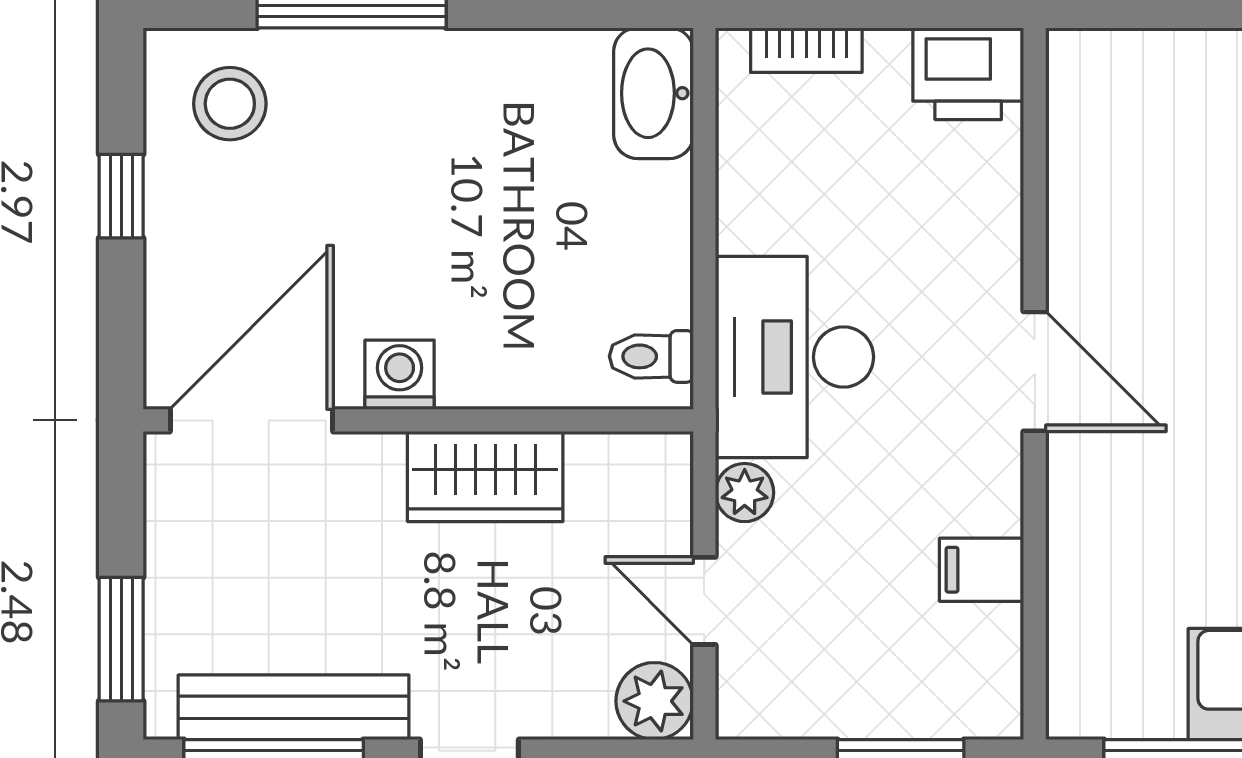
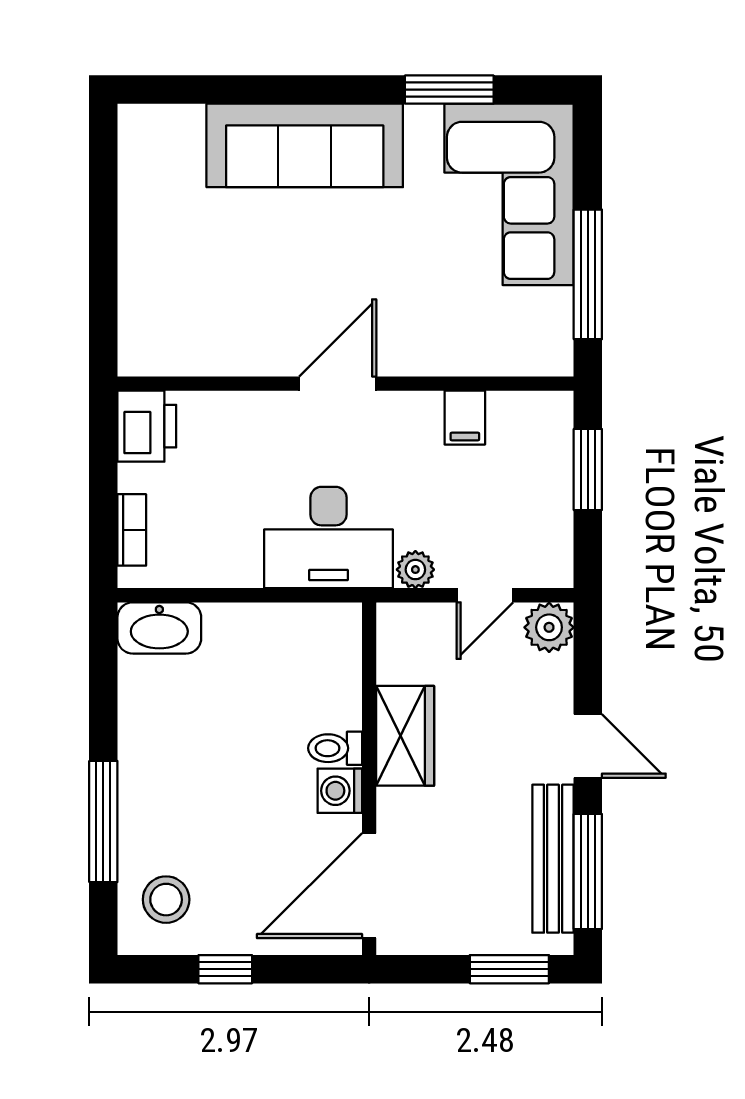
toilet: (651, 356) -> (335, 748), moved, turned 90
door: (252, 420) -> (369, 886), hinge flipped

